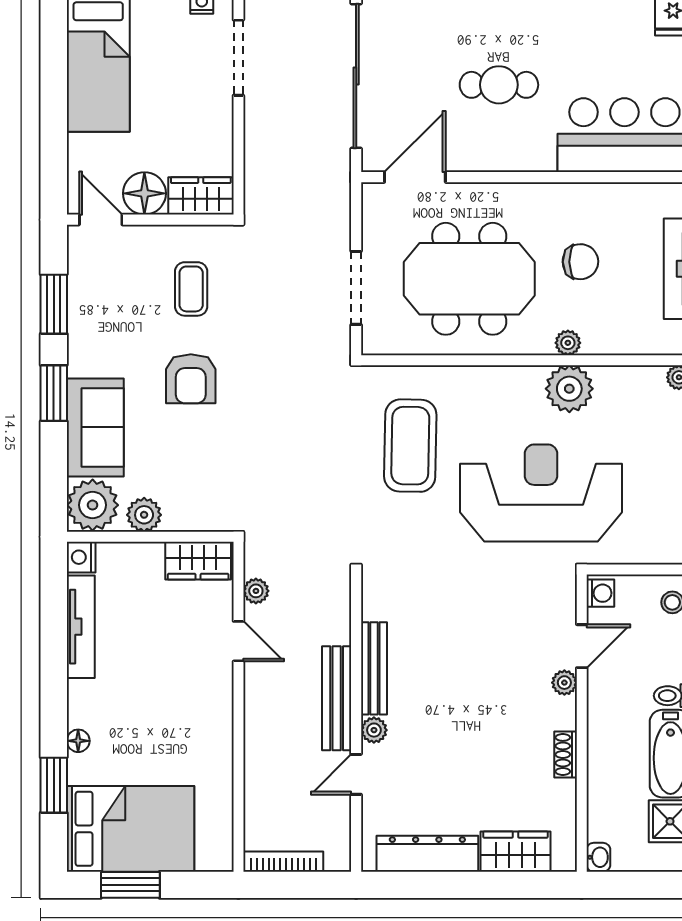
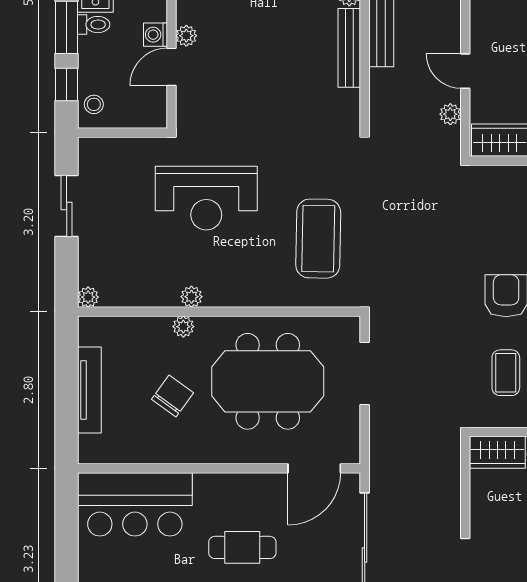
chair: (580, 262) -> (173, 396), turned 127
plant: (569, 389) -> (191, 297), width x0.53, depth x0.53
reception desk: (541, 493) -> (206, 198), width x0.74, depth x0.77
washing machine: (600, 593) -> (155, 35), moved

